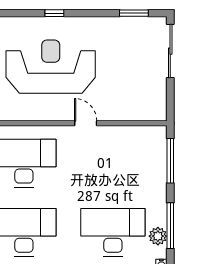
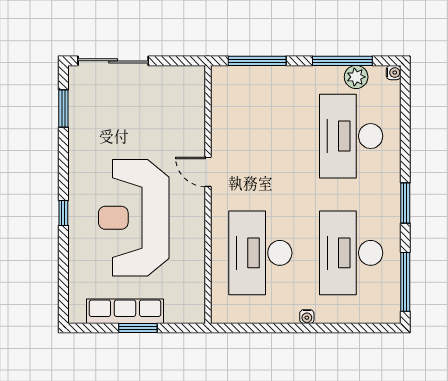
door: (86, 123) -> (208, 172), hinge flipped

